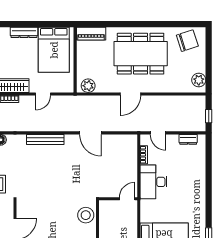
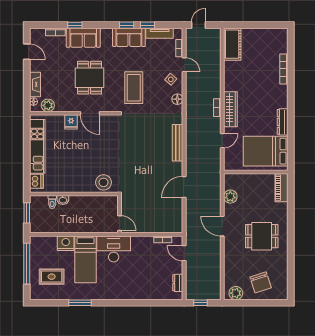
chair: (187, 41) -> (261, 282), moved
dining table: (141, 54) -> (262, 236), width x0.53, depth x0.80
plant: (88, 86) -> (230, 197), moved
door: (43, 94) -> (222, 141), swing flipped
door: (158, 133) -> (184, 253), hinge flipped
desk: (154, 182) -> (114, 249), moved

